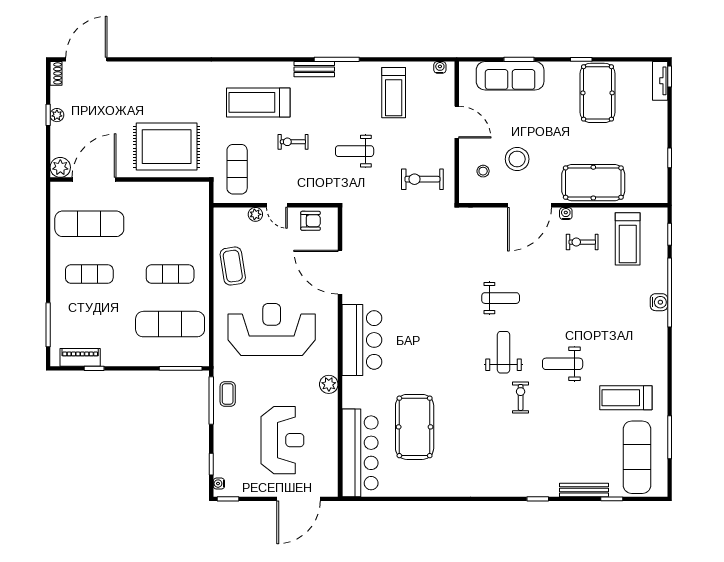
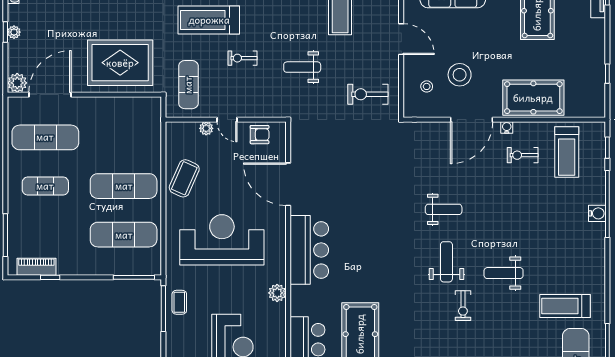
coffee table: (233, 266) -> (184, 178), turned 33
exercise mat: (170, 274) -> (124, 186), width x1.36, depth x1.45
exercise bike: (521, 397) -> (463, 306), turned 180

